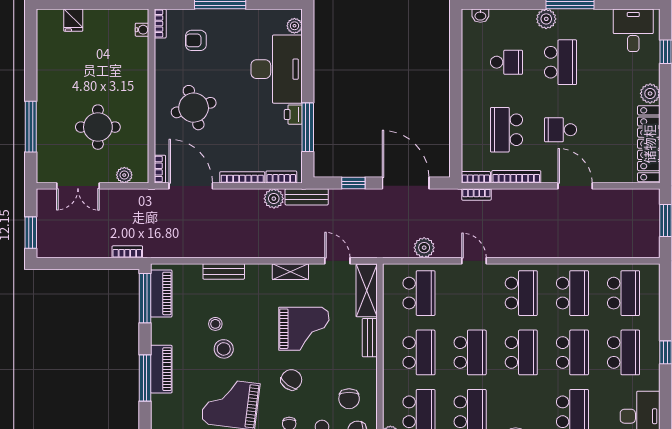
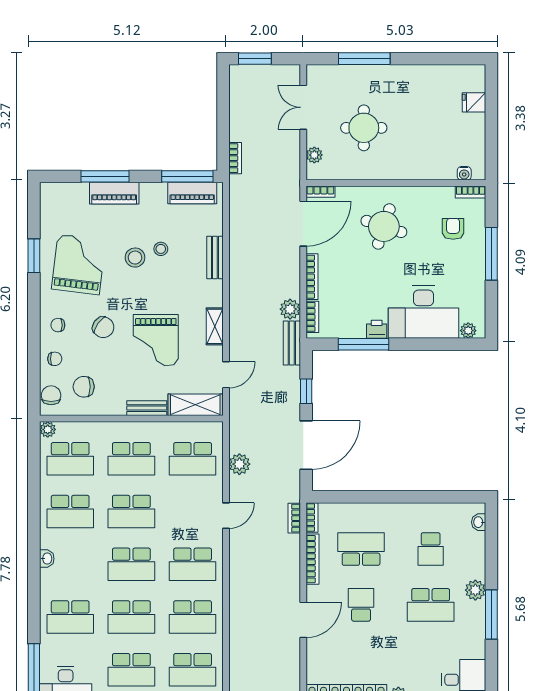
round table: (194, 108) -> (384, 226), turned 34

